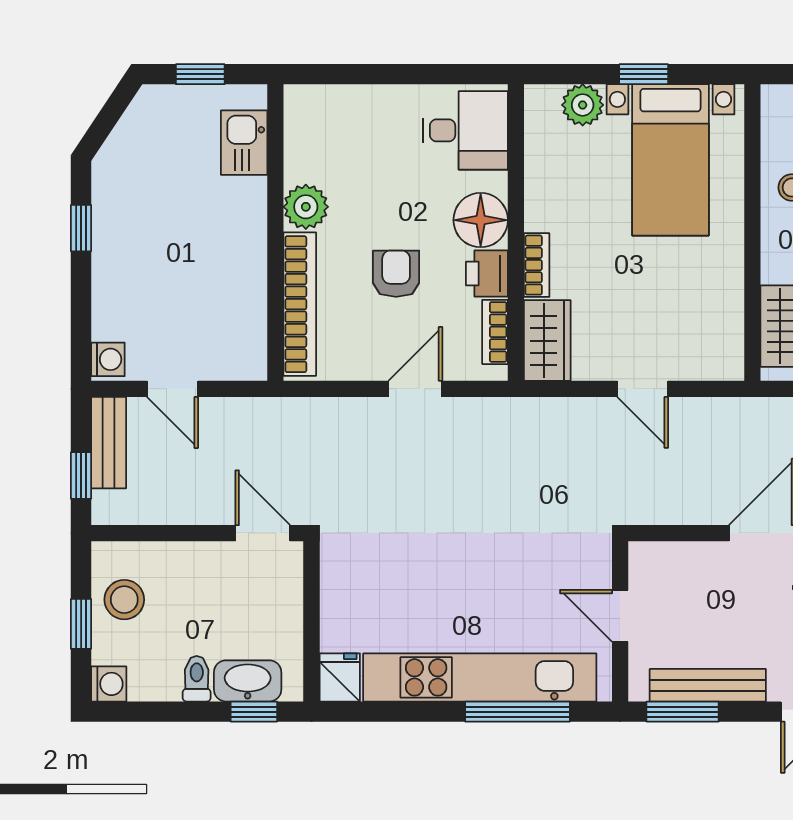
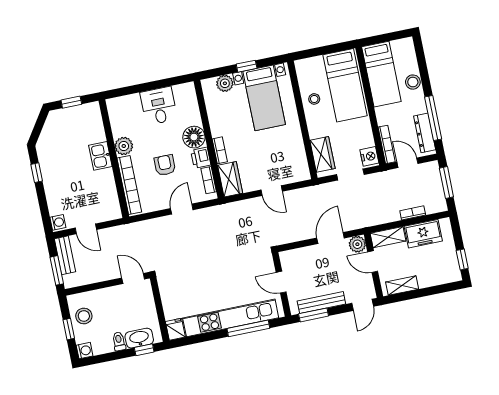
desk: (466, 130) -> (159, 106), moved, turned -90
kitchen sink: (244, 143) -> (100, 156), moved
window: (81, 476) -> (57, 270), width x1.50

